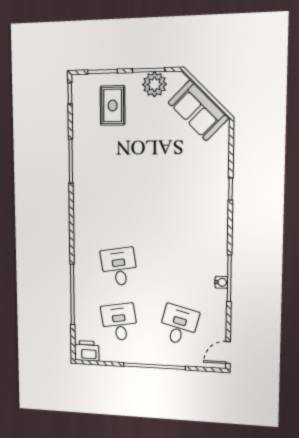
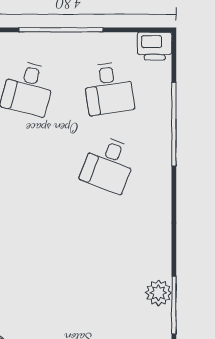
plant: (82, 170) -> (159, 293), added
desk: (119, 267) -> (109, 164), turned 30

